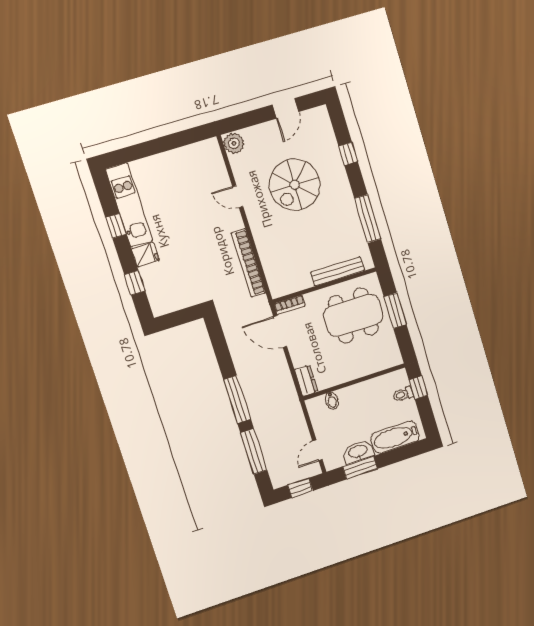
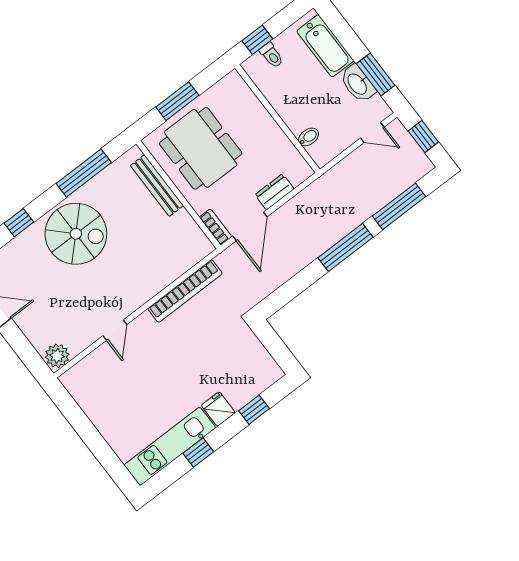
spiral stairs: (295, 185) -> (76, 234), moved
dresser: (306, 381) -> (275, 192), moved

